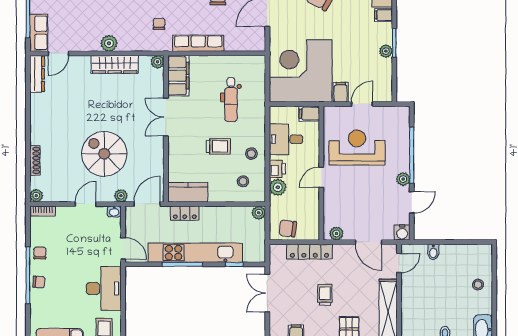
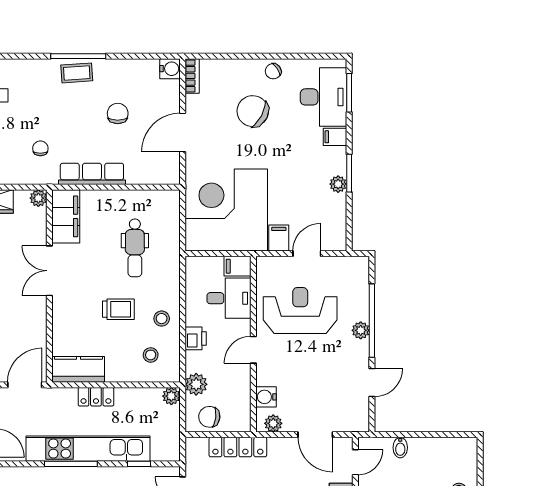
desk: (286, 139) -> (229, 298), moved, turned 180
plant: (403, 179) -> (361, 330), moved
plant: (278, 187) -> (196, 384), moved
locker: (185, 213) -> (96, 397), moved
water cooler: (402, 232) -> (266, 397), moved, turned 90

